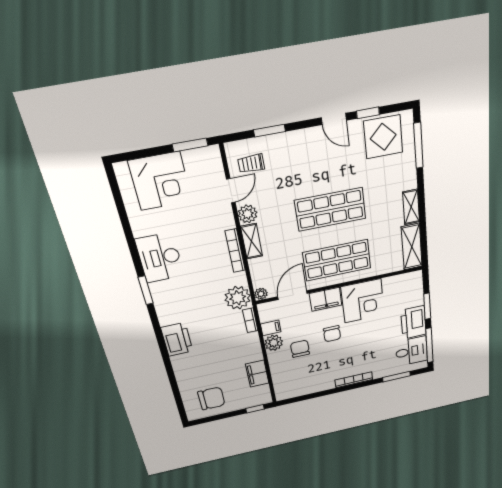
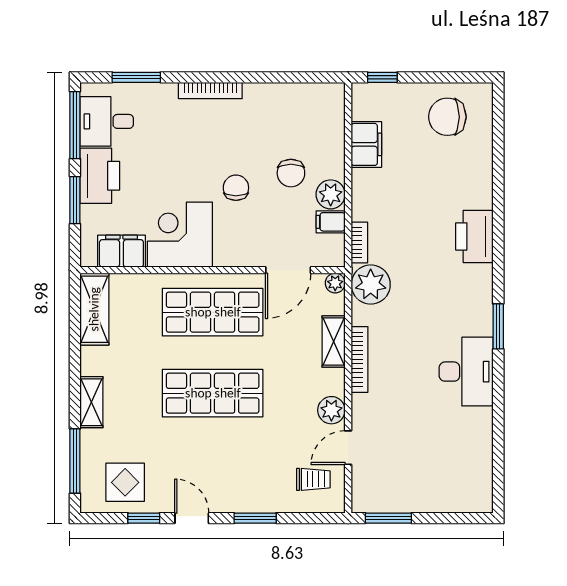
window: (269, 131) -> (255, 518), moved
display table: (383, 137) -> (125, 482), width x0.73, depth x0.73
corner desk: (160, 181) -> (438, 478), removed
shelving: (411, 207) -> (91, 402), moved
shelving: (252, 241) -> (334, 342), moved
filing cabinet: (326, 299) -> (121, 251), moved

